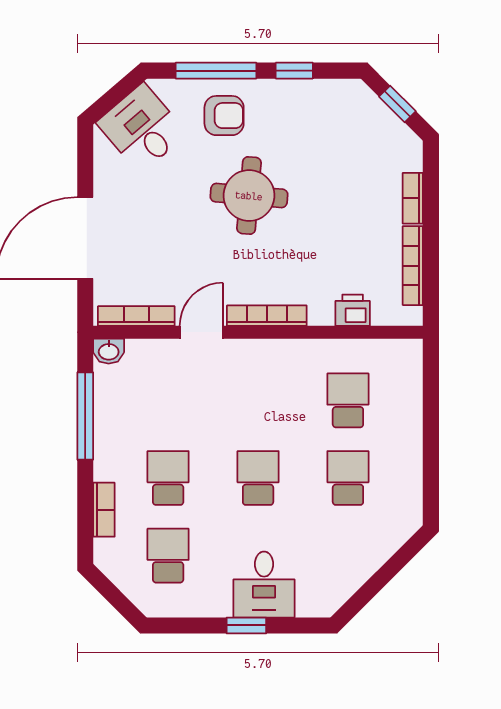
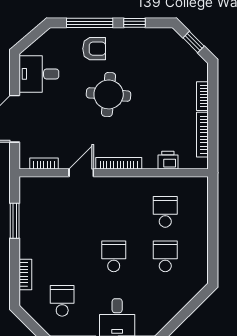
desk: (142, 128) -> (39, 74), moved, turned -49
bookcase: (136, 316) -> (44, 164), width x0.64
washbasin: (109, 351) -> (28, 184), removed
window: (85, 416) -> (15, 221), width x0.69
school desk: (168, 478) -> (62, 256), removed

